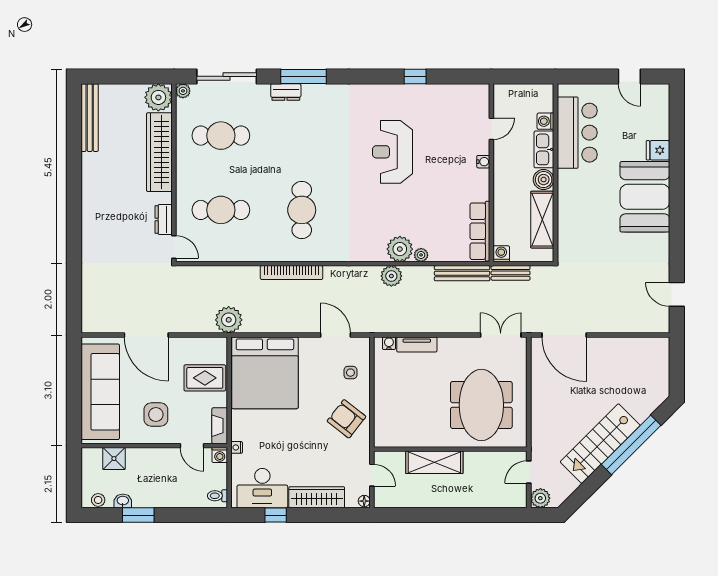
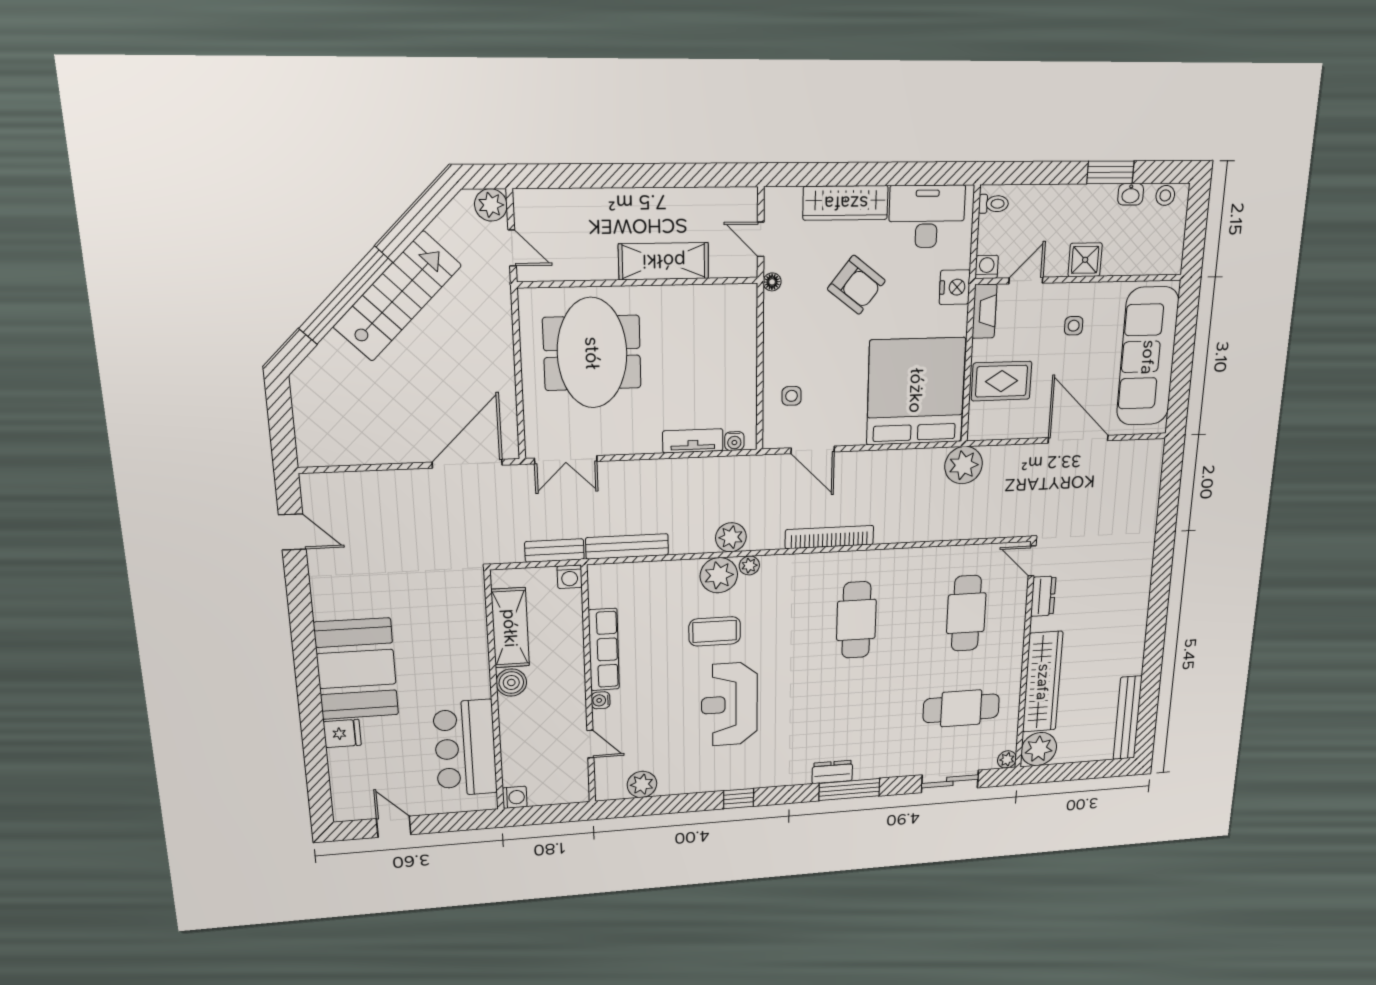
sliding door: (227, 76) -> (950, 781), width x0.73
window: (415, 76) -> (739, 799), moved
dresser: (286, 92) -> (832, 772), moved
plant: (456, 94) -> (642, 784), added
washing machine: (545, 121) -> (515, 797), moved
door: (491, 129) -> (590, 744), swing flipped
kitchen sink: (544, 149) -> (513, 723), removed
reception desk: (393, 152) -> (729, 704), turned 180
coffee table: (403, 208) -> (715, 631), added
cafe table: (221, 210) -> (966, 613), turned 90
row of seats: (480, 231) -> (604, 650), moved
plant: (421, 255) -> (749, 565), moved
bookcase: (292, 273) -> (830, 537), moved
door: (564, 335) -> (467, 464), hinge flipped
side table: (156, 415) -> (1074, 326), width x0.54, depth x0.54
armchair: (346, 419) -> (856, 285), moved
door: (192, 446) -> (1026, 280), hinge flipped
nightstand: (237, 447) -> (955, 287), width x1.89, depth x1.79
shower: (114, 459) -> (1085, 260), moved
door: (529, 472) -> (512, 248), hinge flipped
floor lamp: (364, 501) -> (772, 282), moved
window: (276, 515) -> (909, 174), removed

